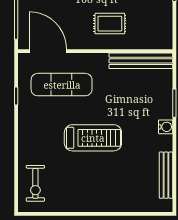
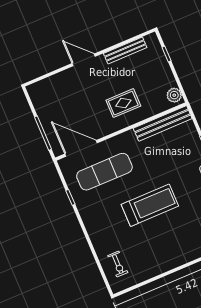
plant: (165, 37) -> (174, 95), added
exercise bike: (35, 183) -> (118, 264), width x0.73, depth x0.72

